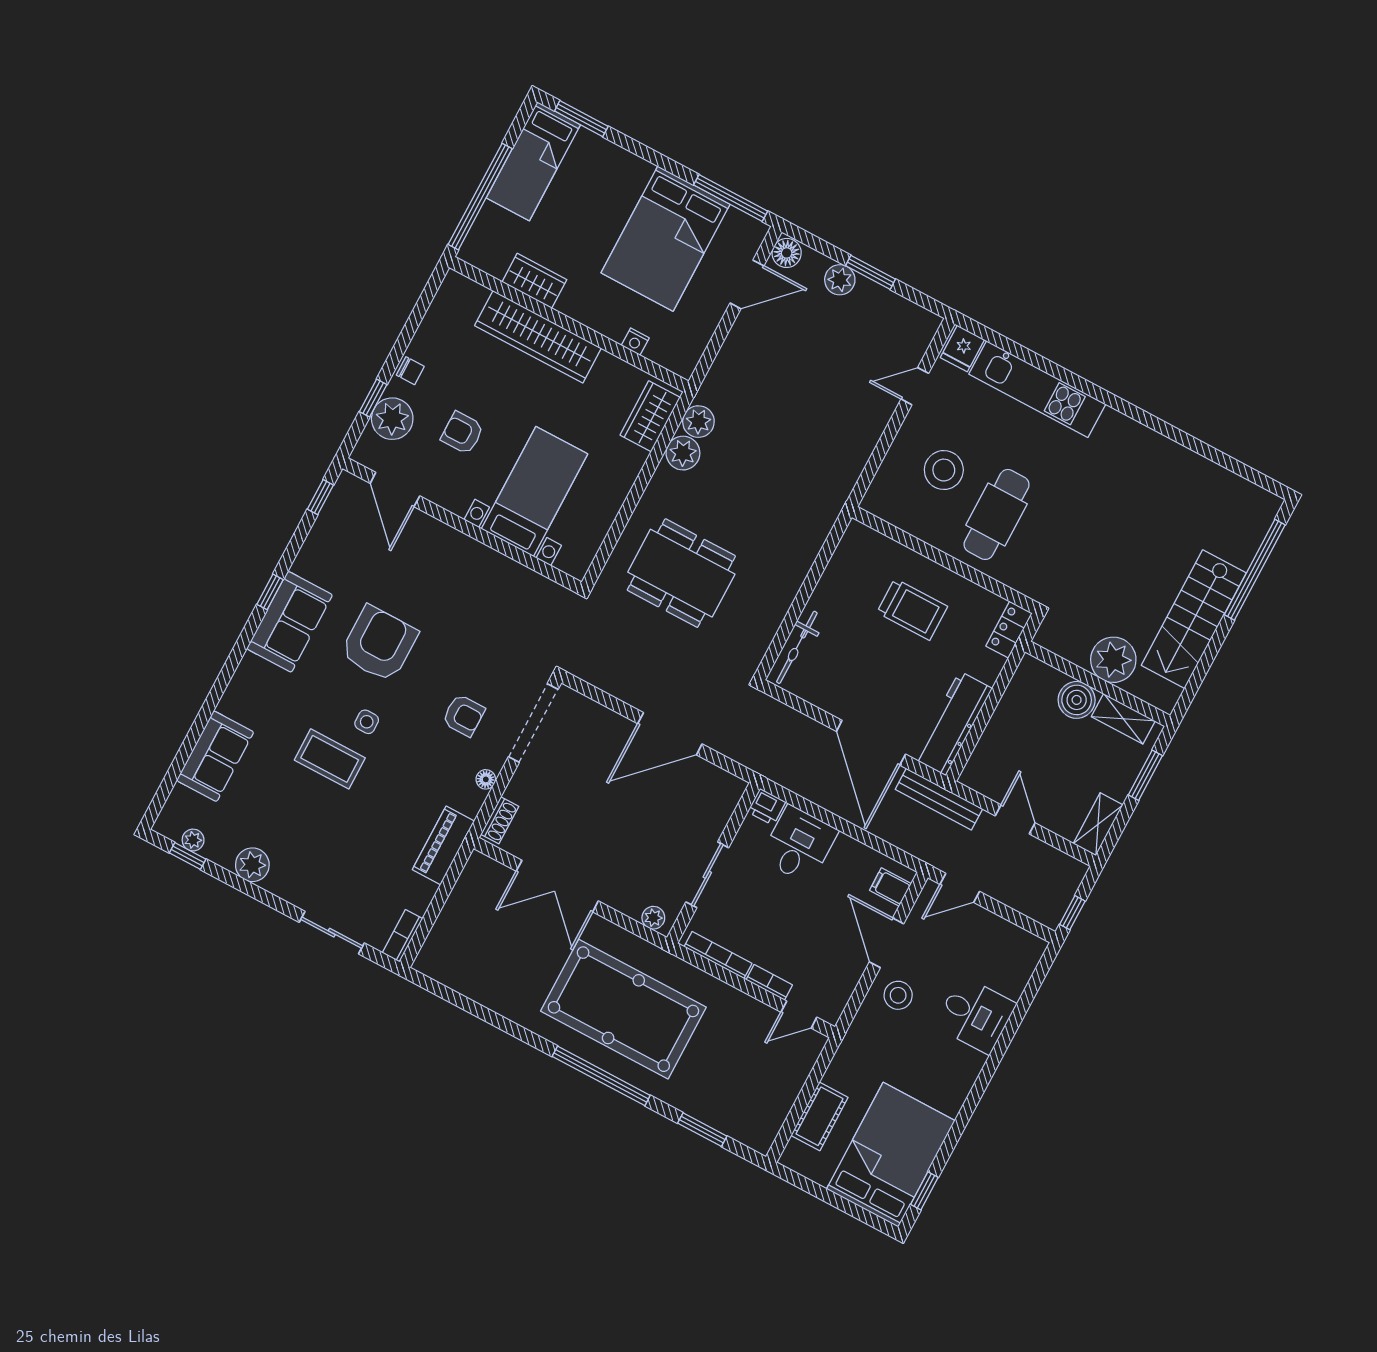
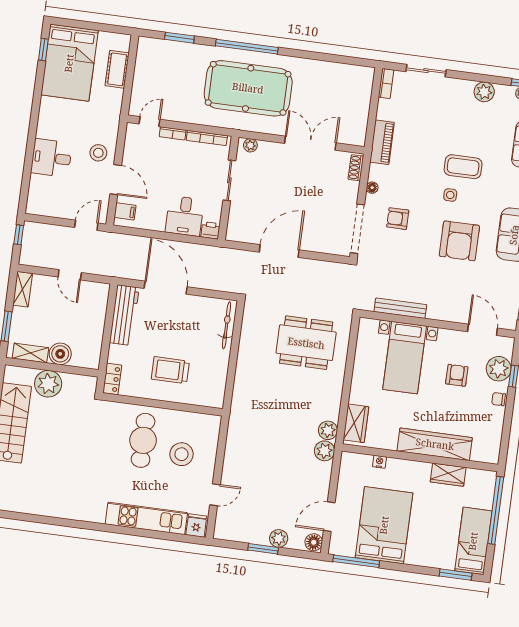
armchair: (462, 433) -> (457, 375), turned -90
plant: (683, 453) -> (324, 451), moved
bench: (939, 799) -> (400, 308), moved

